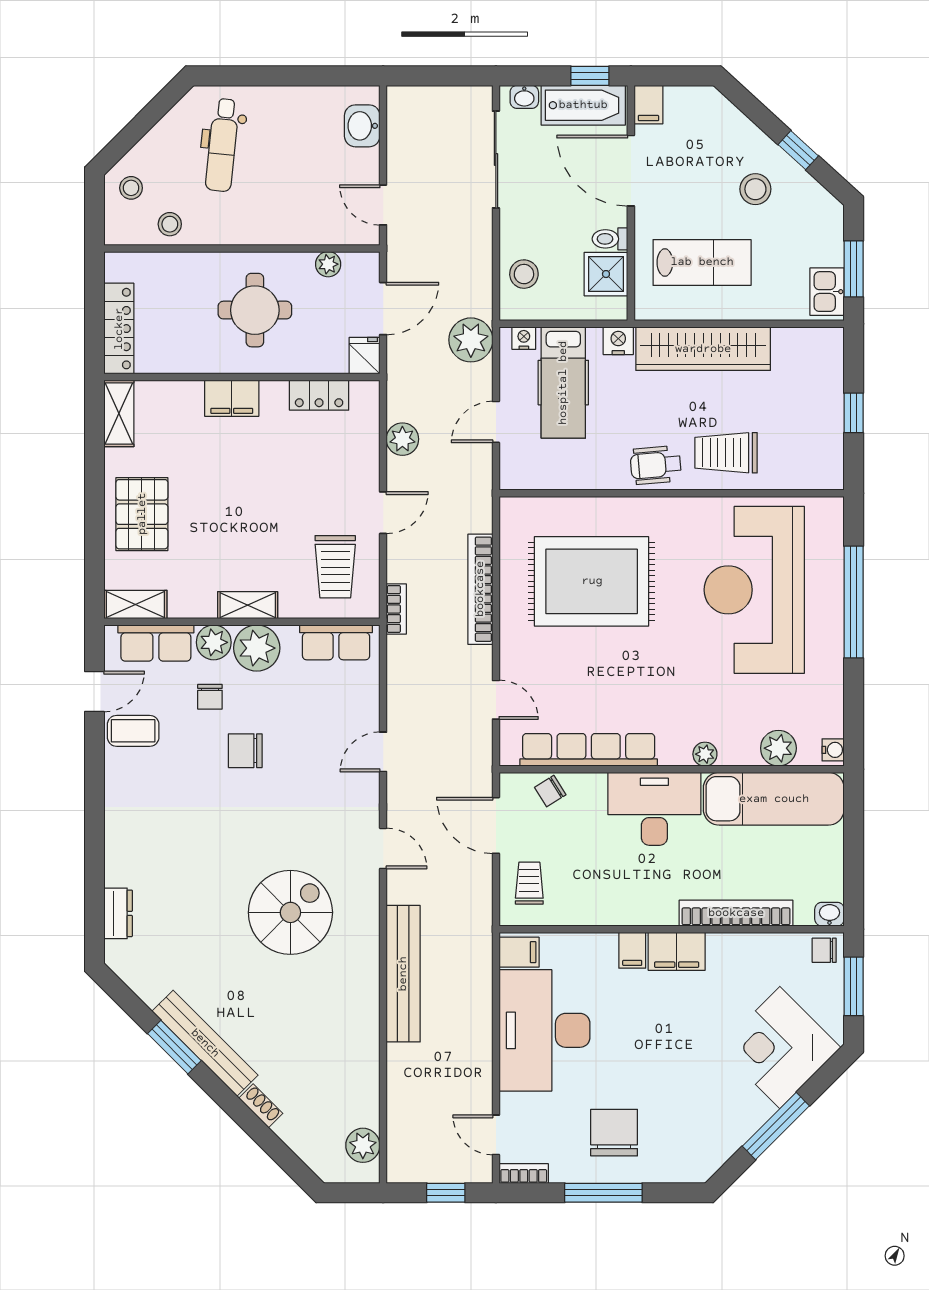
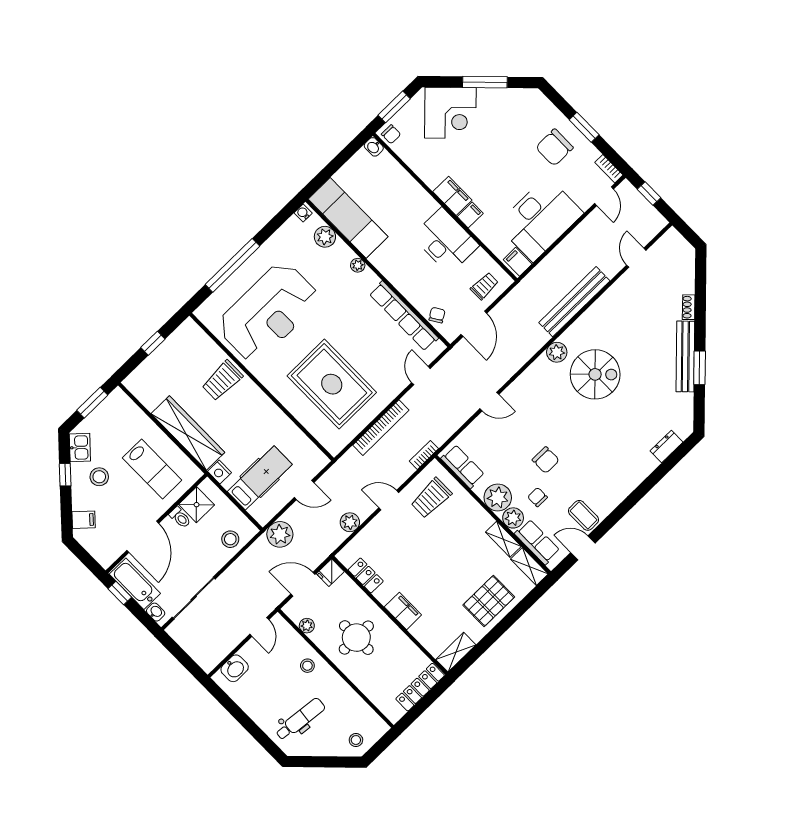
filing cabinet: (648, 105) -> (84, 520), moved, turned 42
stool: (170, 224) -> (307, 666), moved
lab bench: (702, 262) -> (152, 469), turned 180
kitchen sink: (827, 292) -> (80, 448), moved, turned -48
nightstand: (524, 338) -> (257, 513), removed
trolley: (726, 453) -> (222, 381), turned 90
wheelchair: (656, 465) -> (256, 405), removed
trolley: (335, 567) -> (431, 498), turned 180
shelving: (248, 605) -> (503, 539), moved
chair: (210, 697) -> (537, 497), turned -90
chair: (550, 791) -> (437, 315), turned -90
desk: (654, 809) -> (446, 241), moved, turned 180
door: (383, 848) -> (636, 258), moved
trolley: (529, 883) -> (484, 286), turned 180
spiral stairs: (290, 912) -> (595, 374), turned 180
bookcase: (736, 913) -> (412, 187), removed
plant: (363, 1145) -> (557, 352), moved
window: (603, 1193) -> (584, 127), width x0.69

